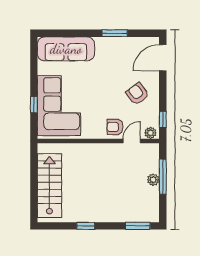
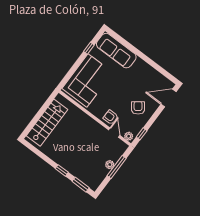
window: (115, 33) -> (151, 63), removed
window: (34, 105) -> (89, 48), moved
door: (132, 141) -> (114, 133), hinge flipped
window: (86, 226) -> (62, 170), moved

